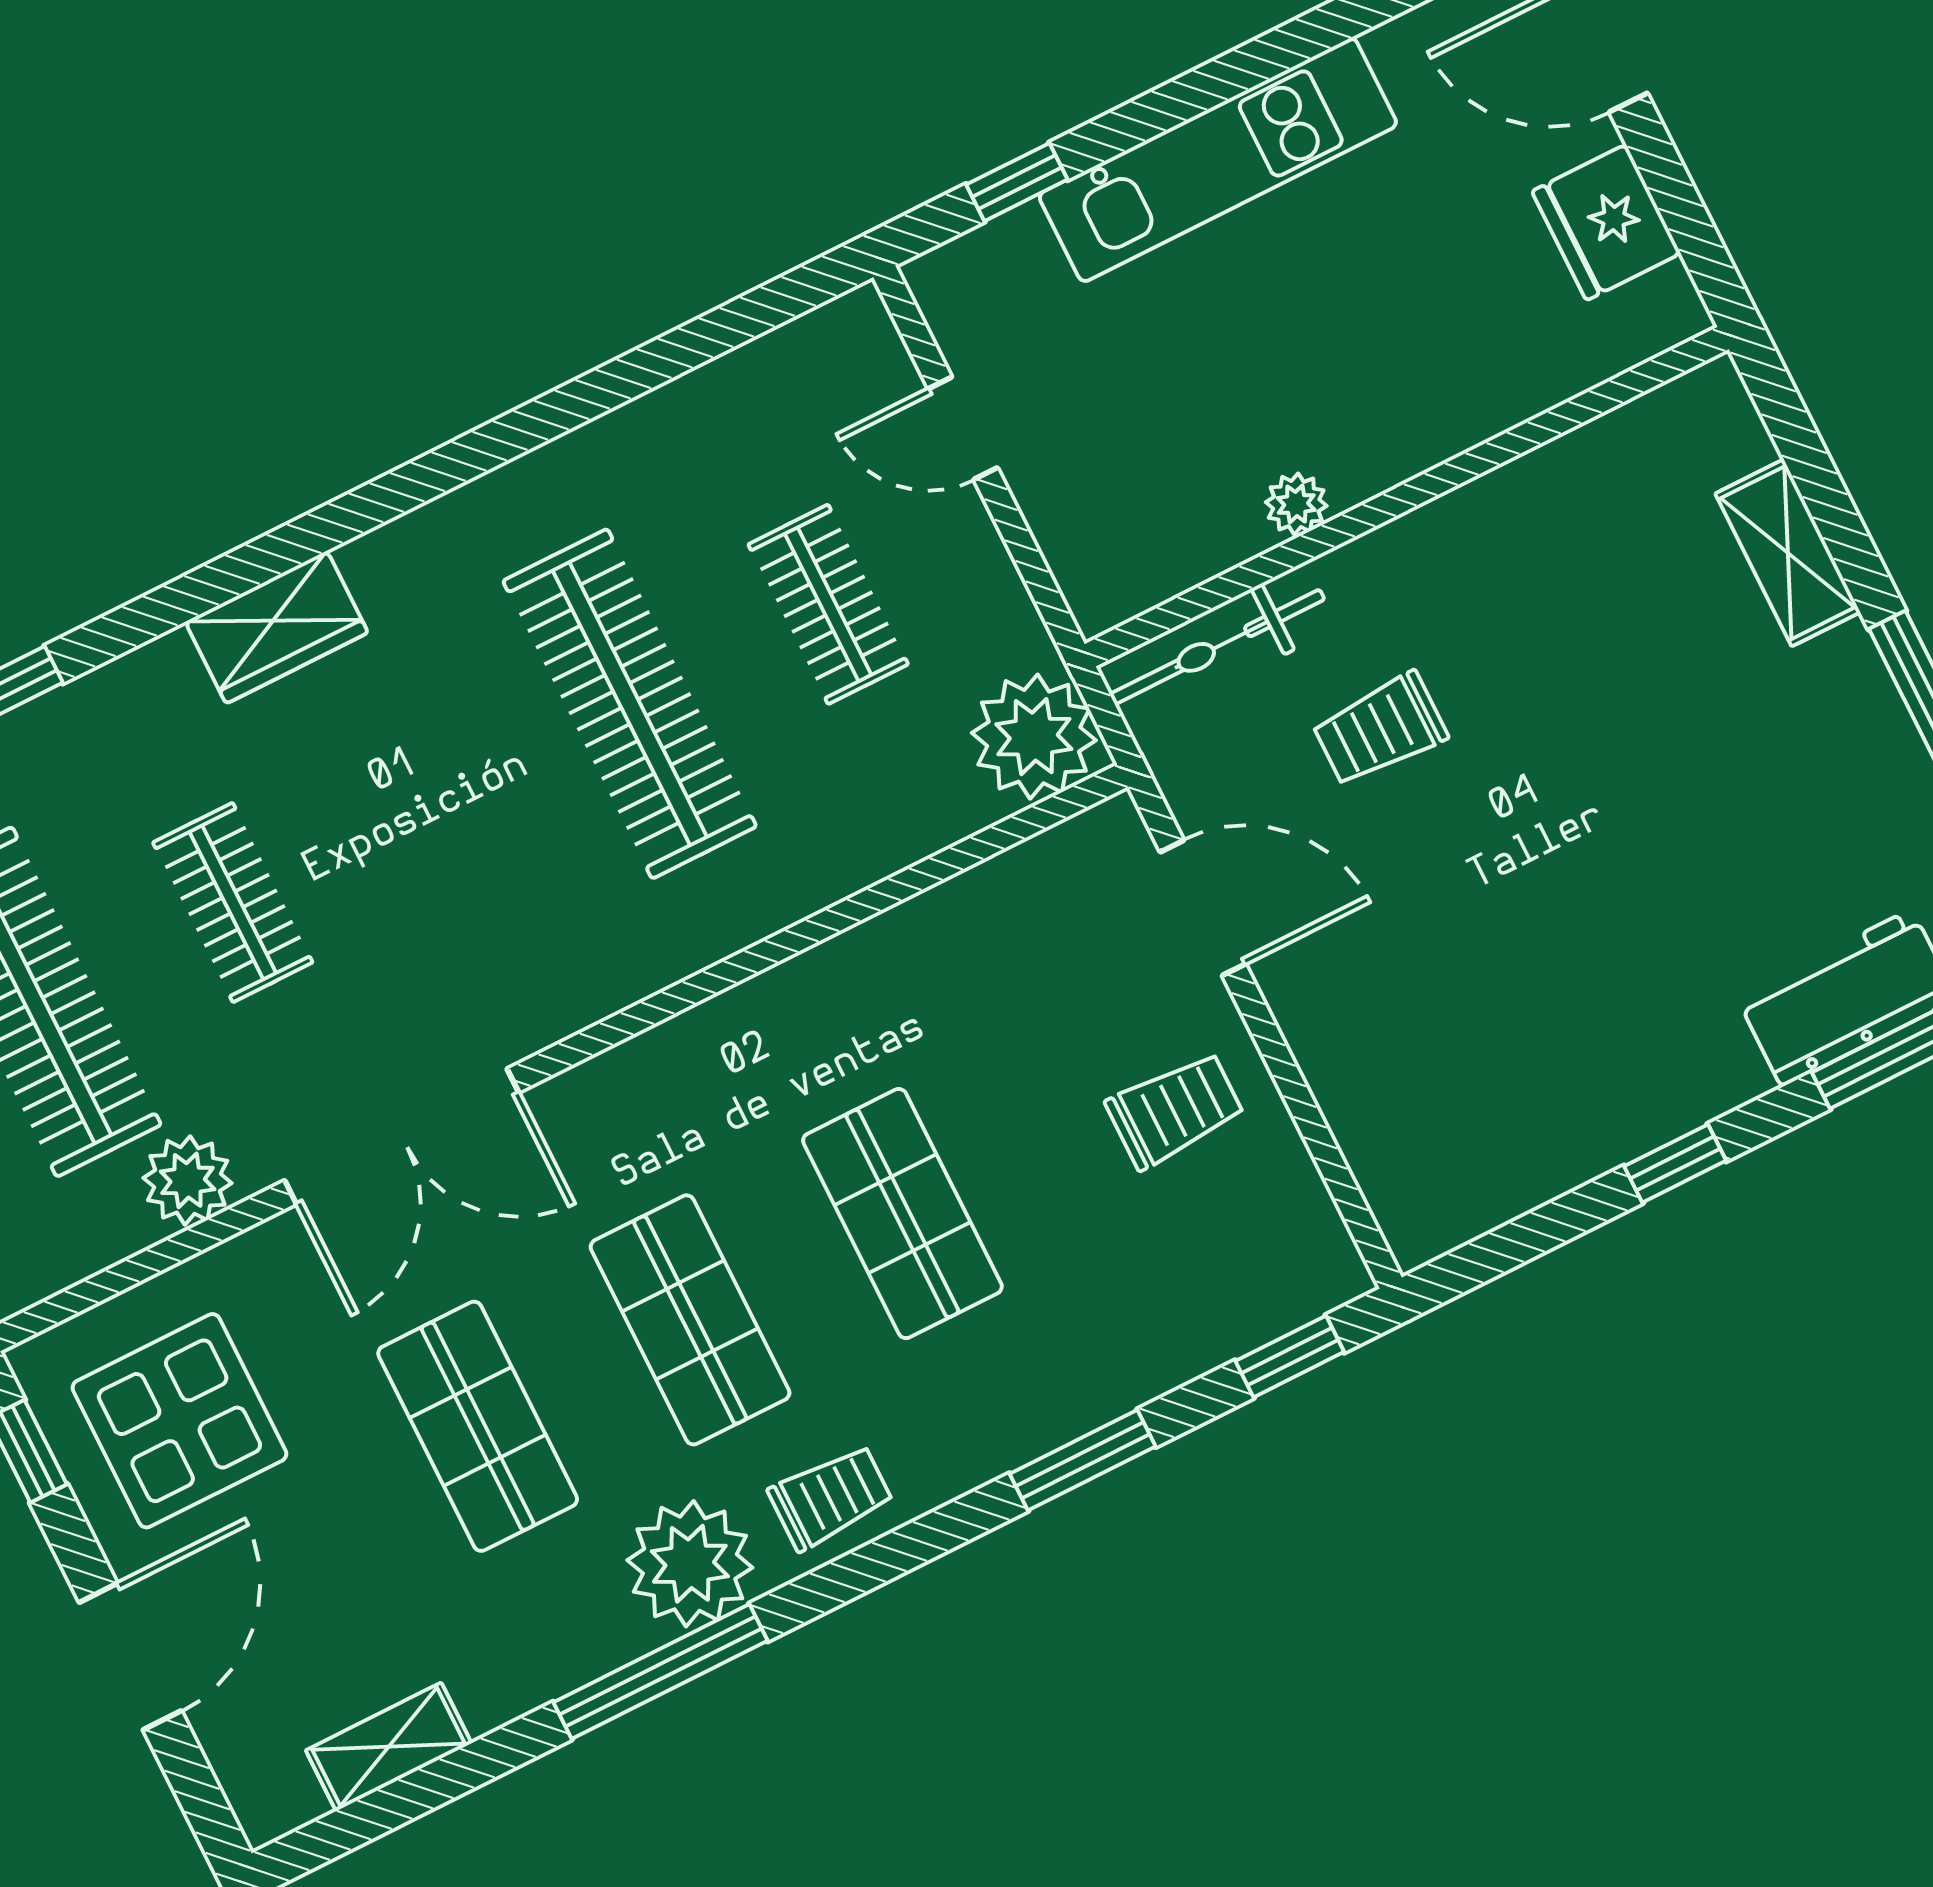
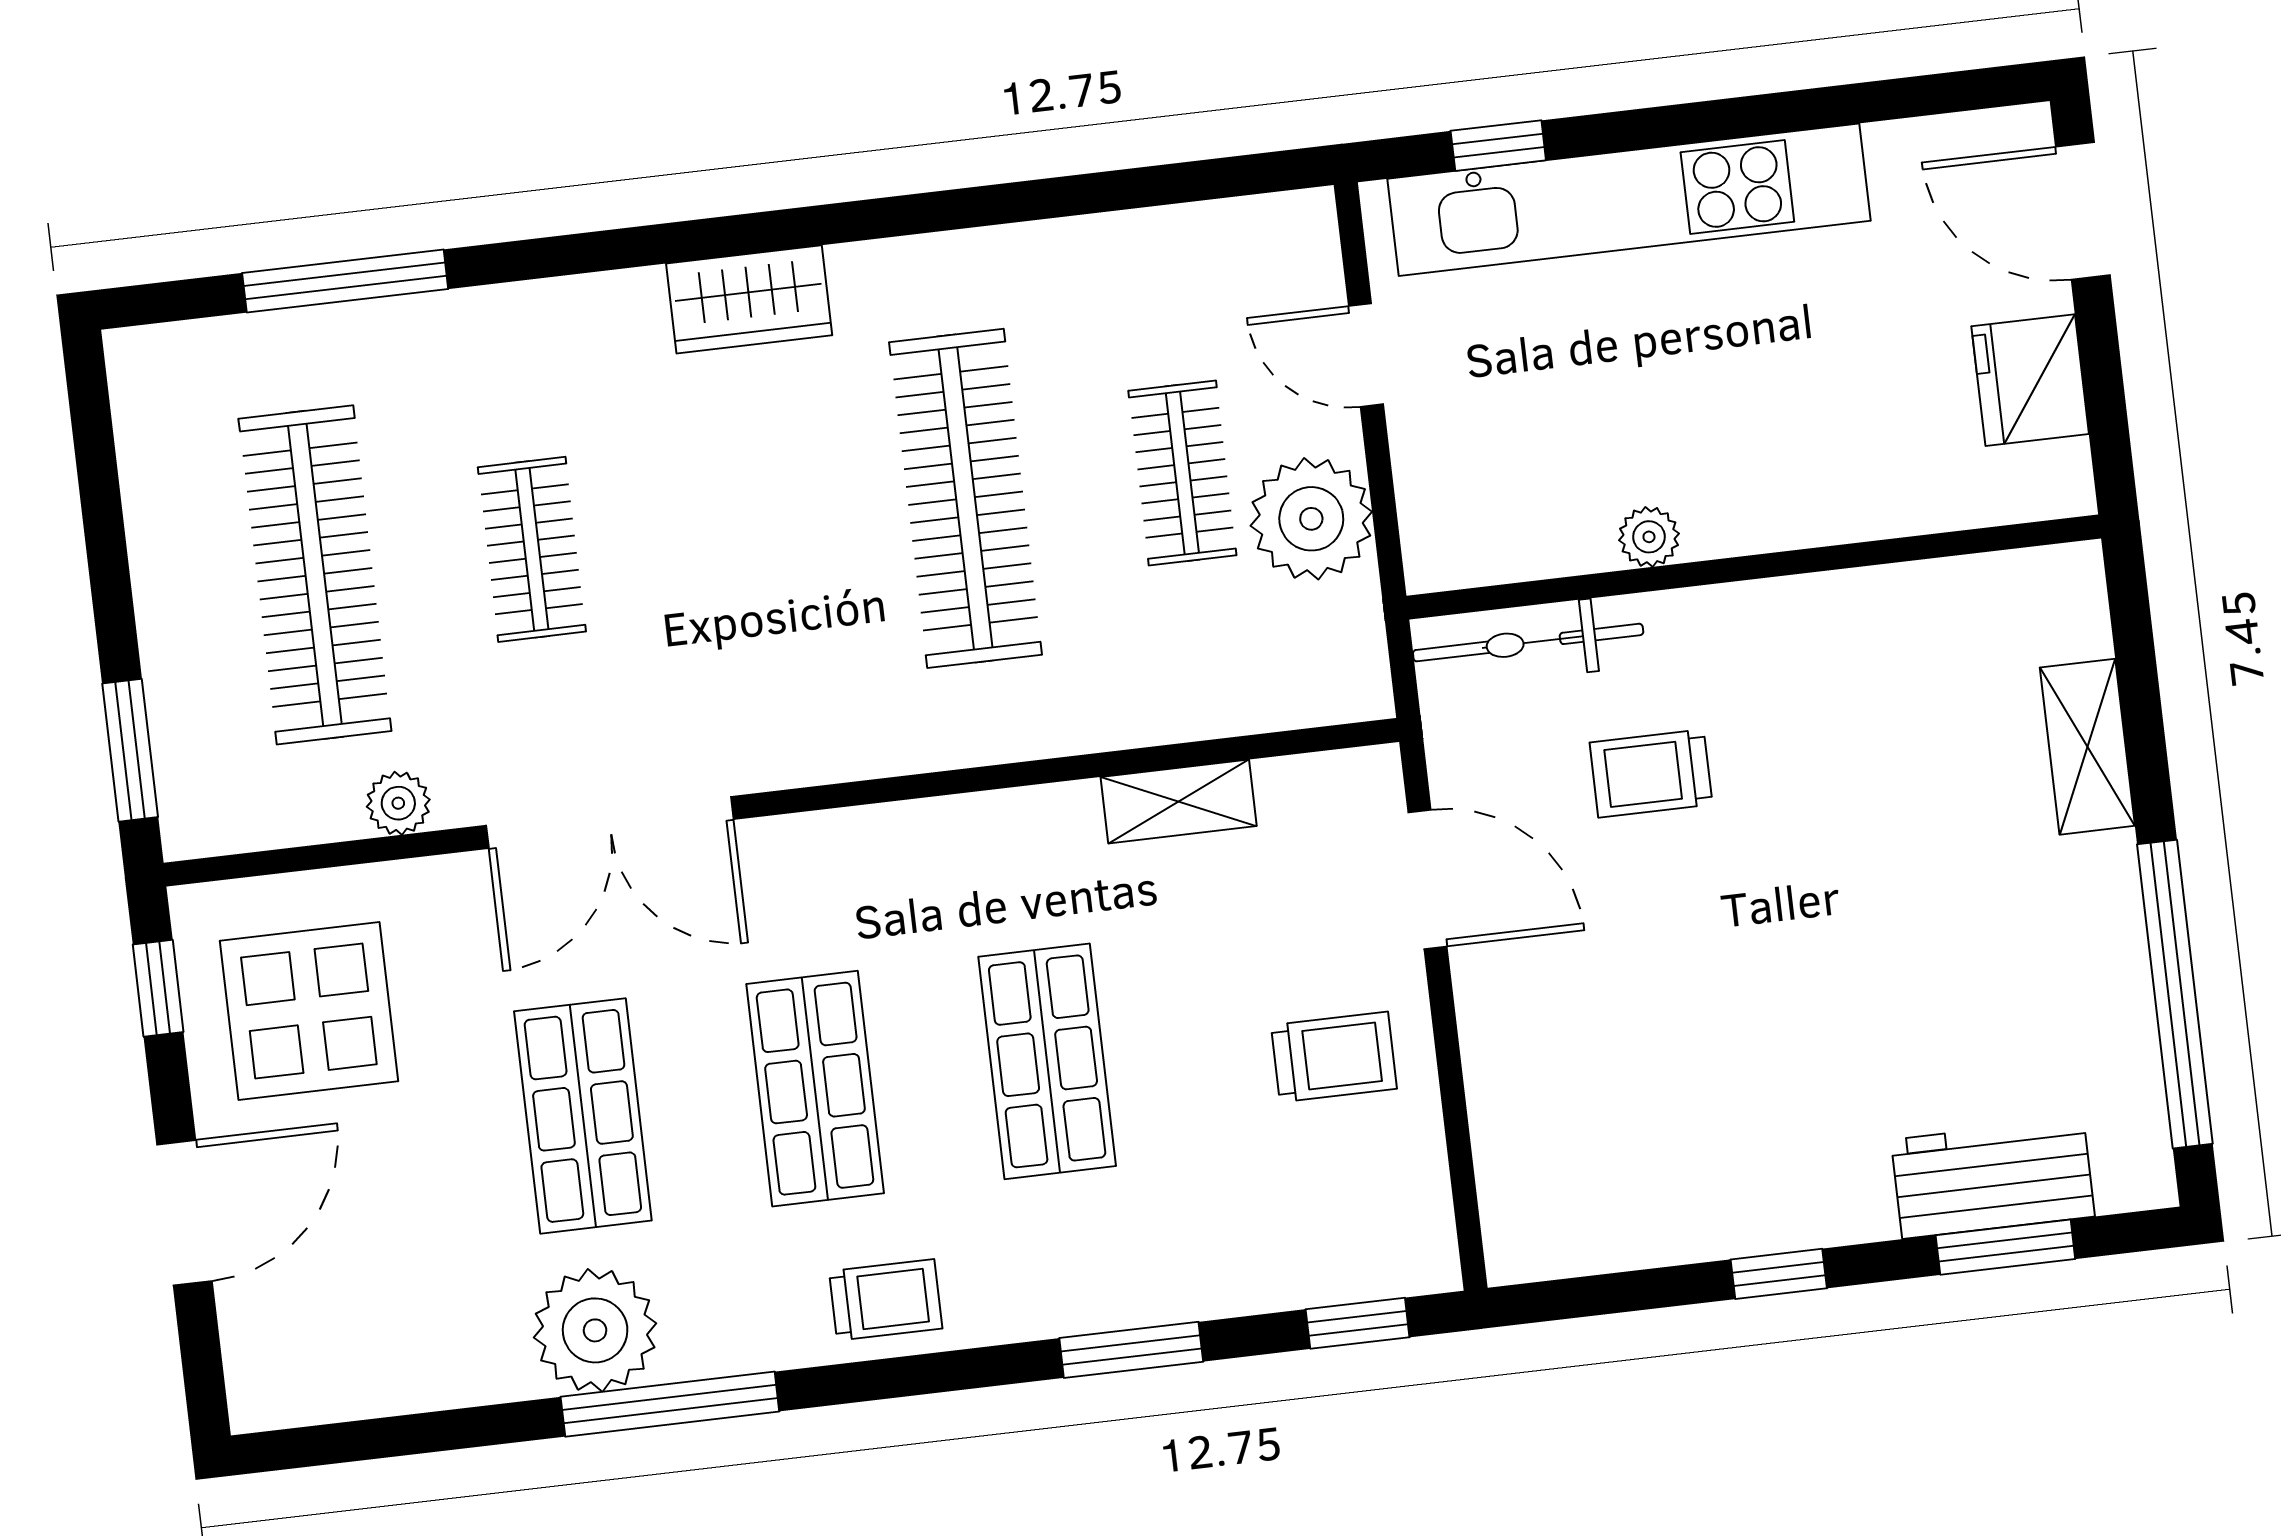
kitchen unit: (1218, 160) -> (1629, 200), width x1.36
wardrobe: (277, 627) -> (749, 299), moved
plant: (1034, 737) -> (1311, 519), moved
plant: (188, 1180) -> (398, 803), width x0.73, depth x0.73
plant: (690, 1564) -> (595, 1330), moved
shelving: (389, 1747) -> (1179, 802), moved

